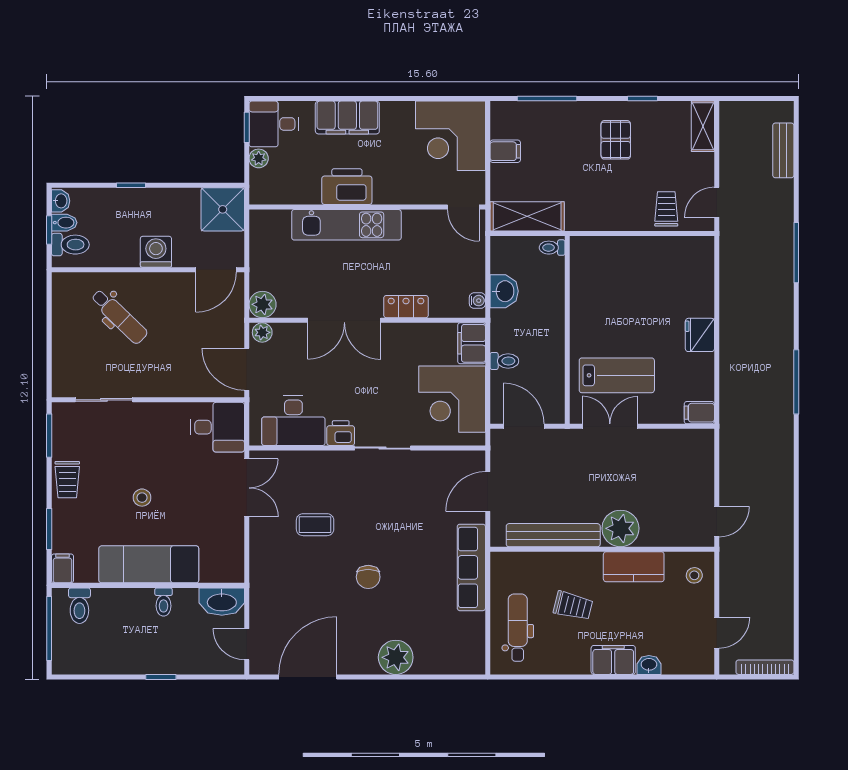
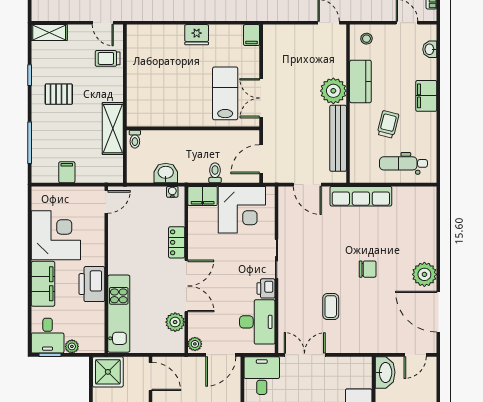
corner desk: (451, 136) -> (56, 235), moved, turned -90
shelving: (527, 216) -> (113, 129), moved
kitchen unit: (346, 225) -> (119, 314), moved
plant: (263, 304) -> (175, 322), moved
plant: (396, 657) -> (424, 274), moved
washbasin: (649, 665) -> (430, 49), moved

